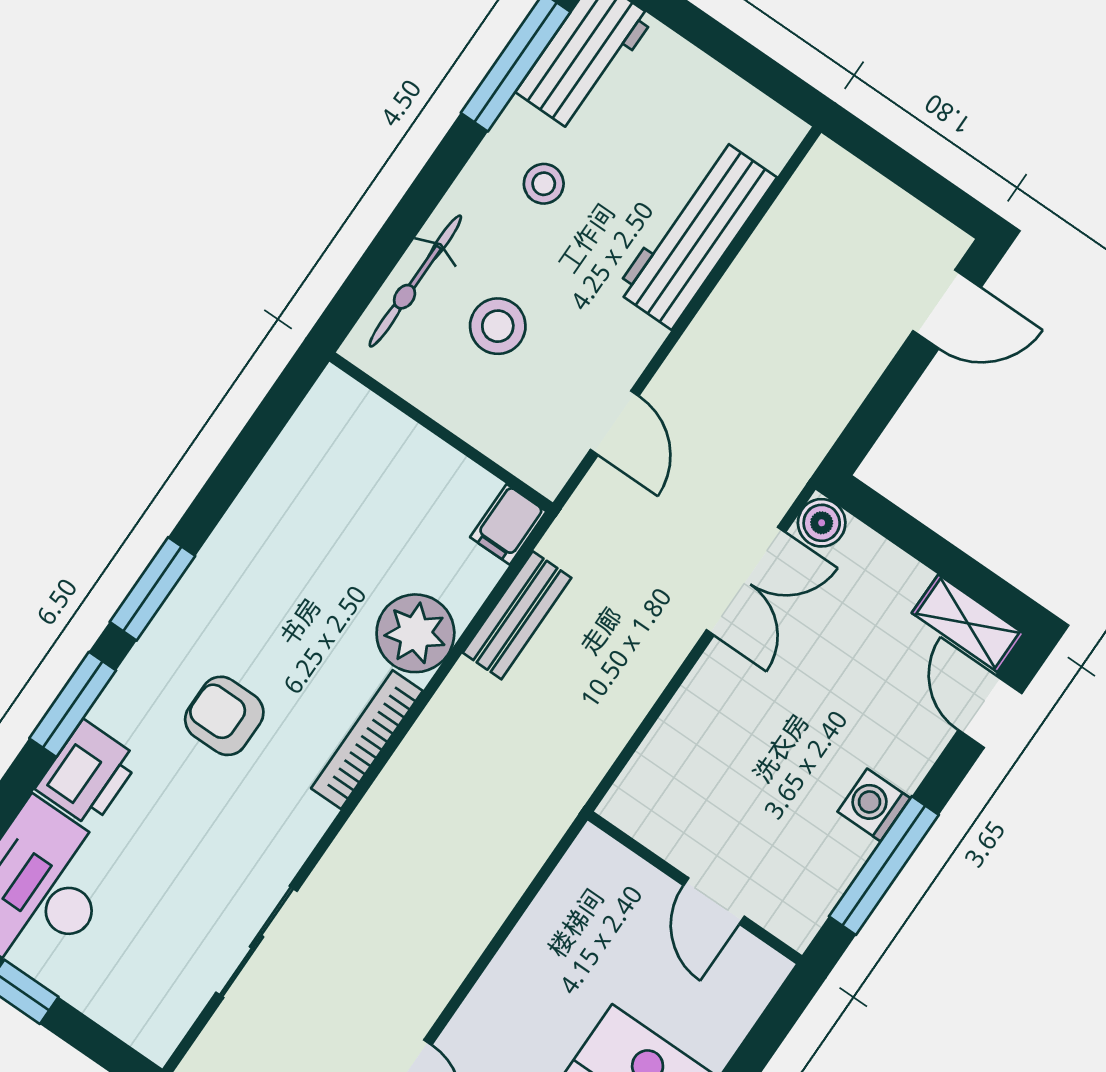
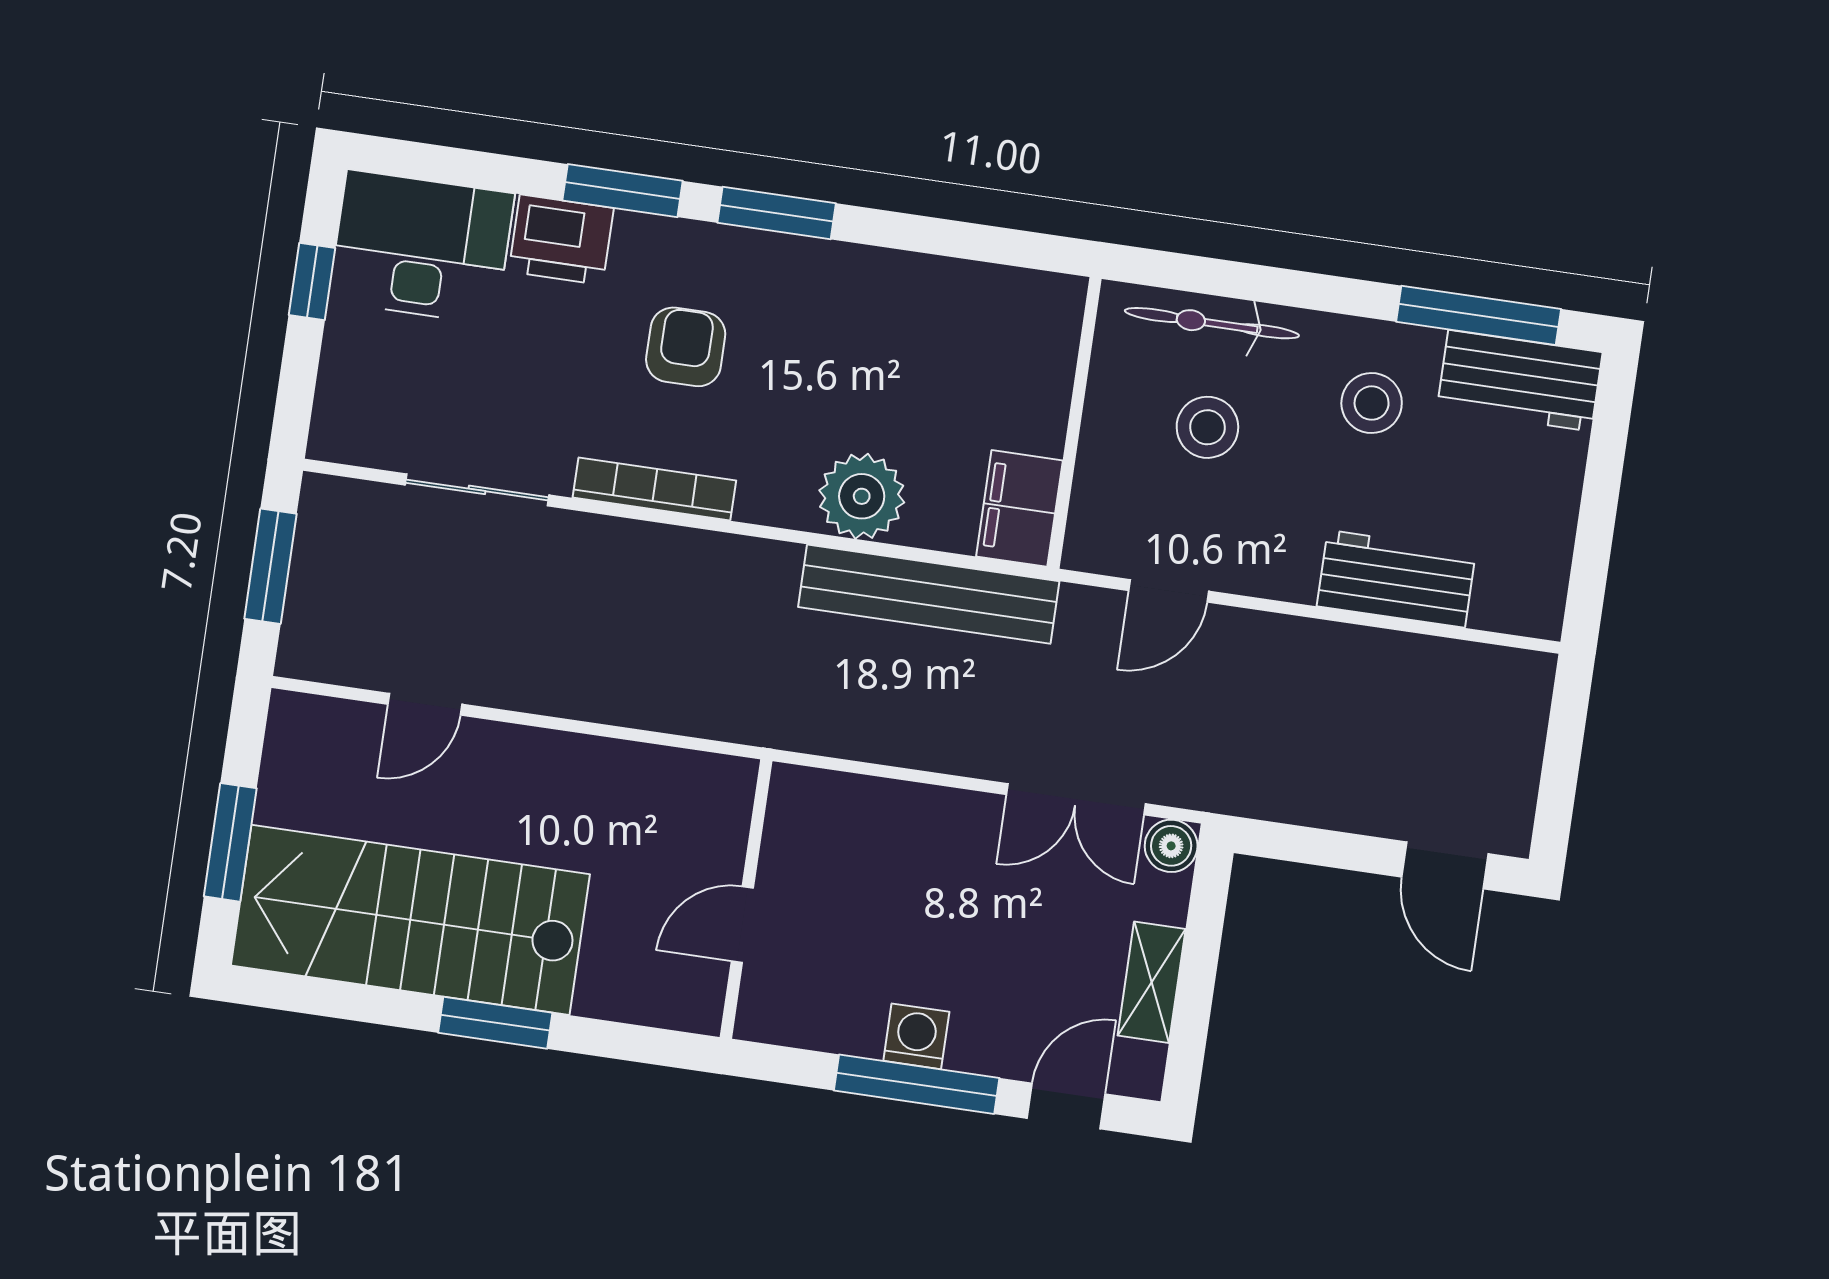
stool: (544, 184) -> (1372, 403), width x1.37, depth x1.37
workbench: (696, 234) -> (1396, 579), width x0.73
filing cabinet: (508, 524) -> (1019, 508), width x2.00
bench: (517, 615) -> (929, 594), width x1.86, depth x1.21
shelving: (968, 623) -> (1152, 982), moved
bookcase: (367, 740) -> (654, 489), moved
window: (884, 866) -> (917, 1084), moved

